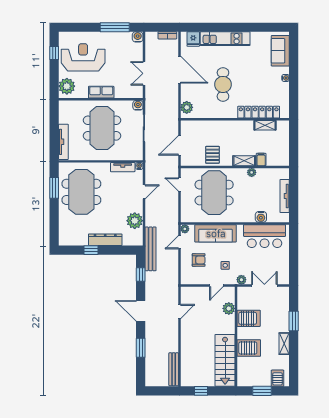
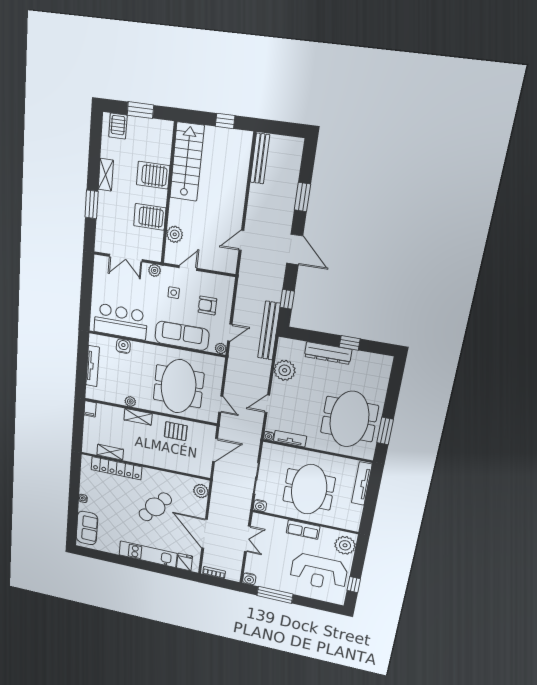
cafe table: (223, 84) -> (155, 507), turned 39
pallet: (212, 155) -> (176, 431), turned 90
filing cabinet: (261, 160) -> (90, 409), moved

